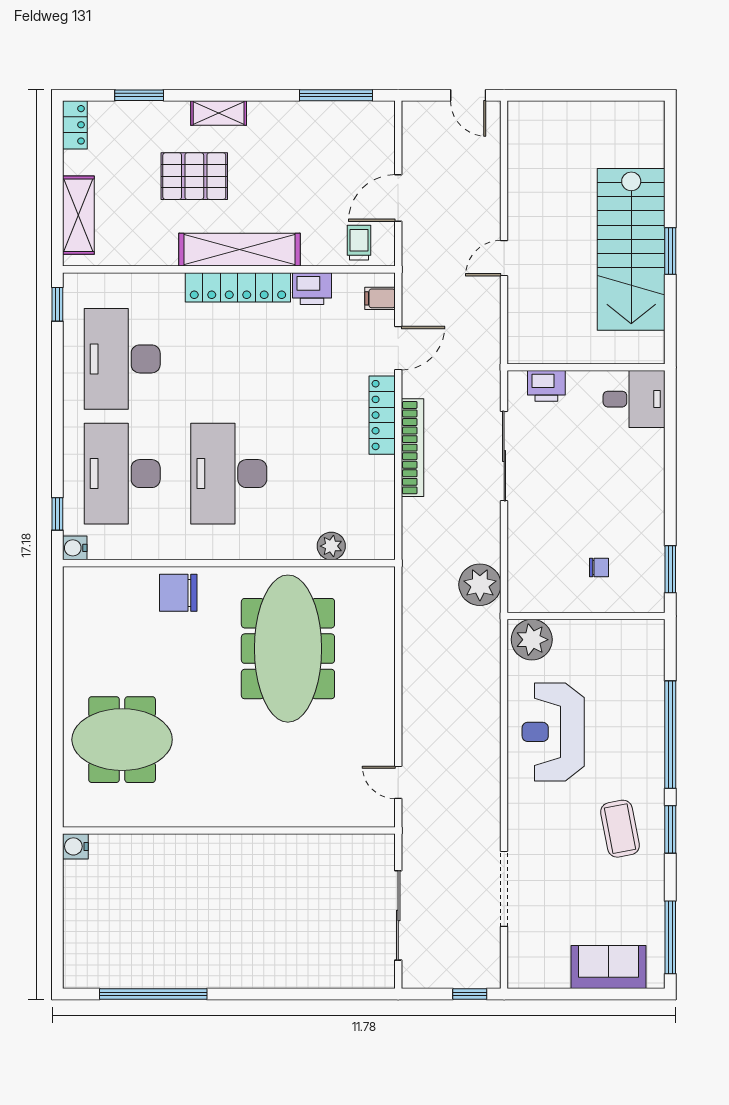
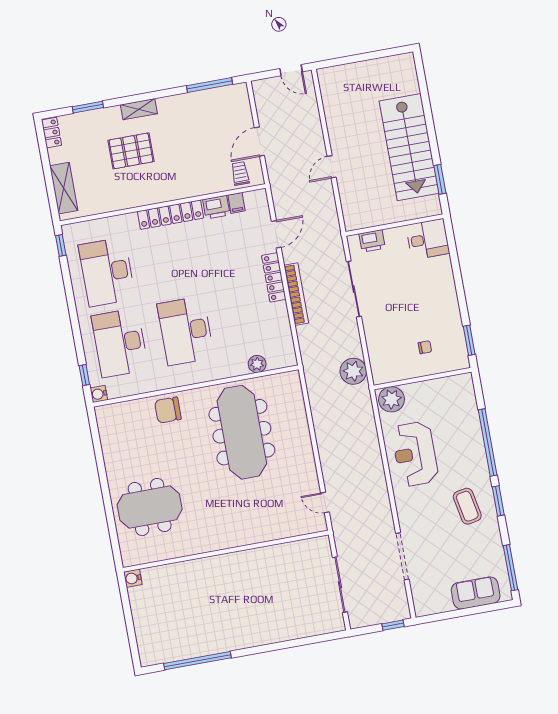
shelving: (239, 250) -> (167, 191), removed
window: (670, 251) -> (440, 179), moved
filing cabinet: (380, 298) -> (236, 203), moved, turned -90

